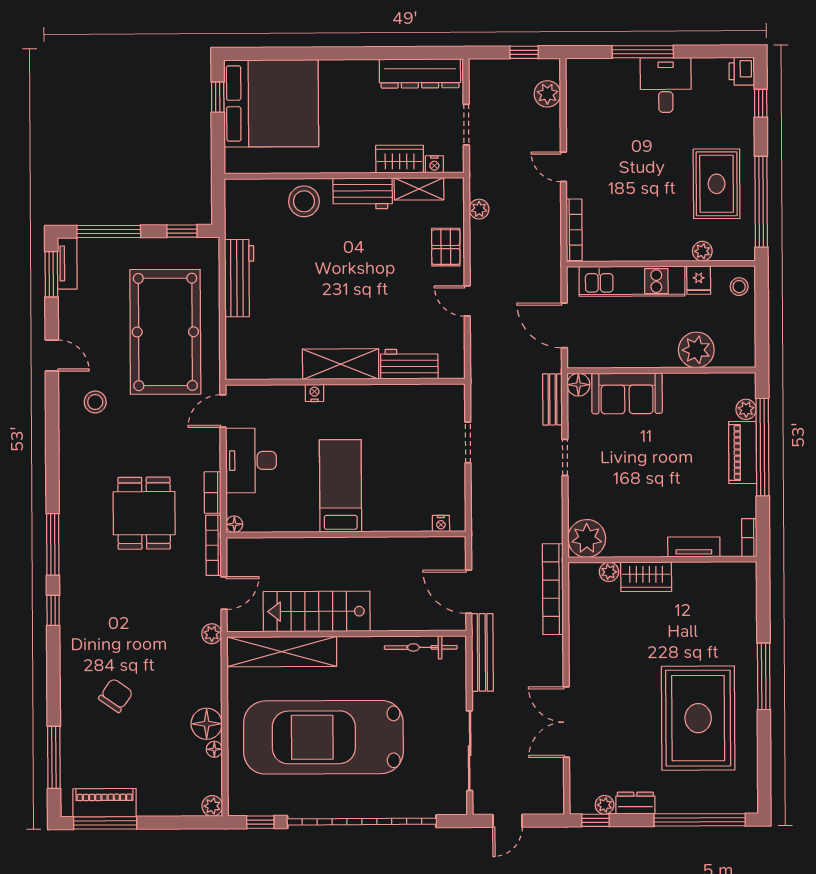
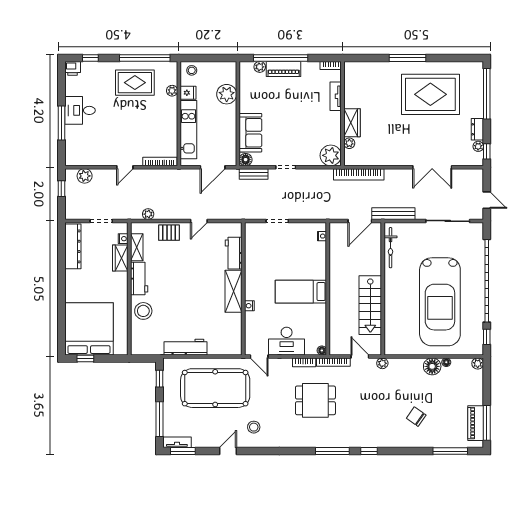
shelving: (282, 652) -> (392, 325), removed

